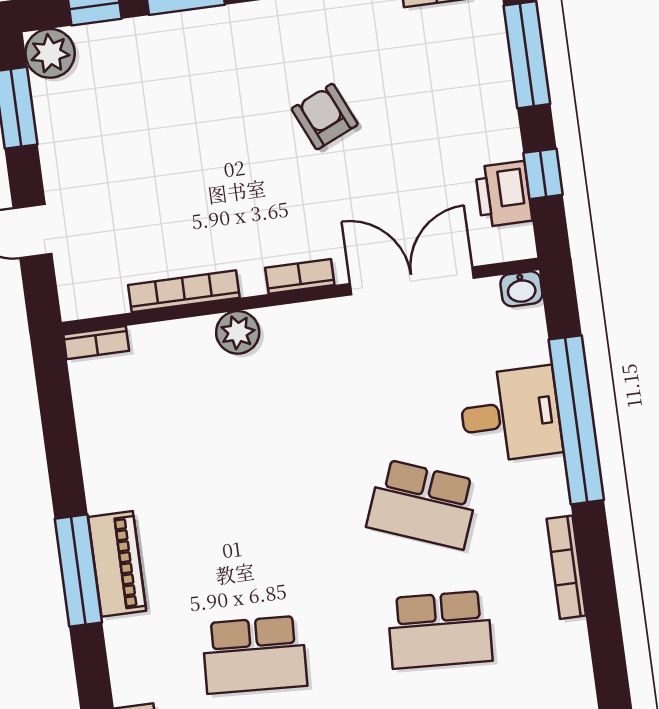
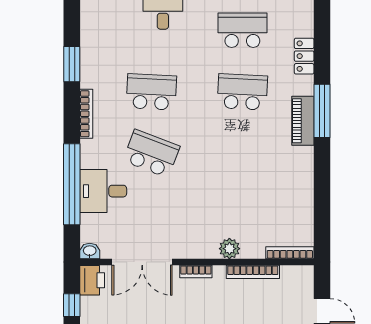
printer: (504, 194) -> (92, 280), moved
bookcase: (96, 343) -> (290, 253), width x1.56
piano: (117, 564) -> (303, 121), moved
window: (78, 571) -> (322, 111), moved
window: (609, 664) -> (72, 64), added

